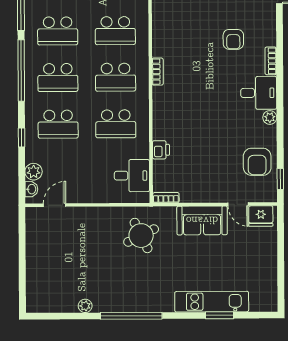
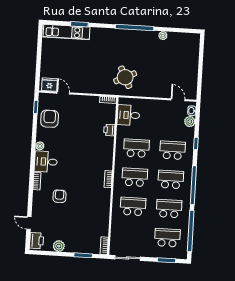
door: (55, 205) -> (178, 100), swing flipped
sofa: (202, 220) -> (86, 84), removed
kitchen unit: (212, 302) -> (67, 32), moved

